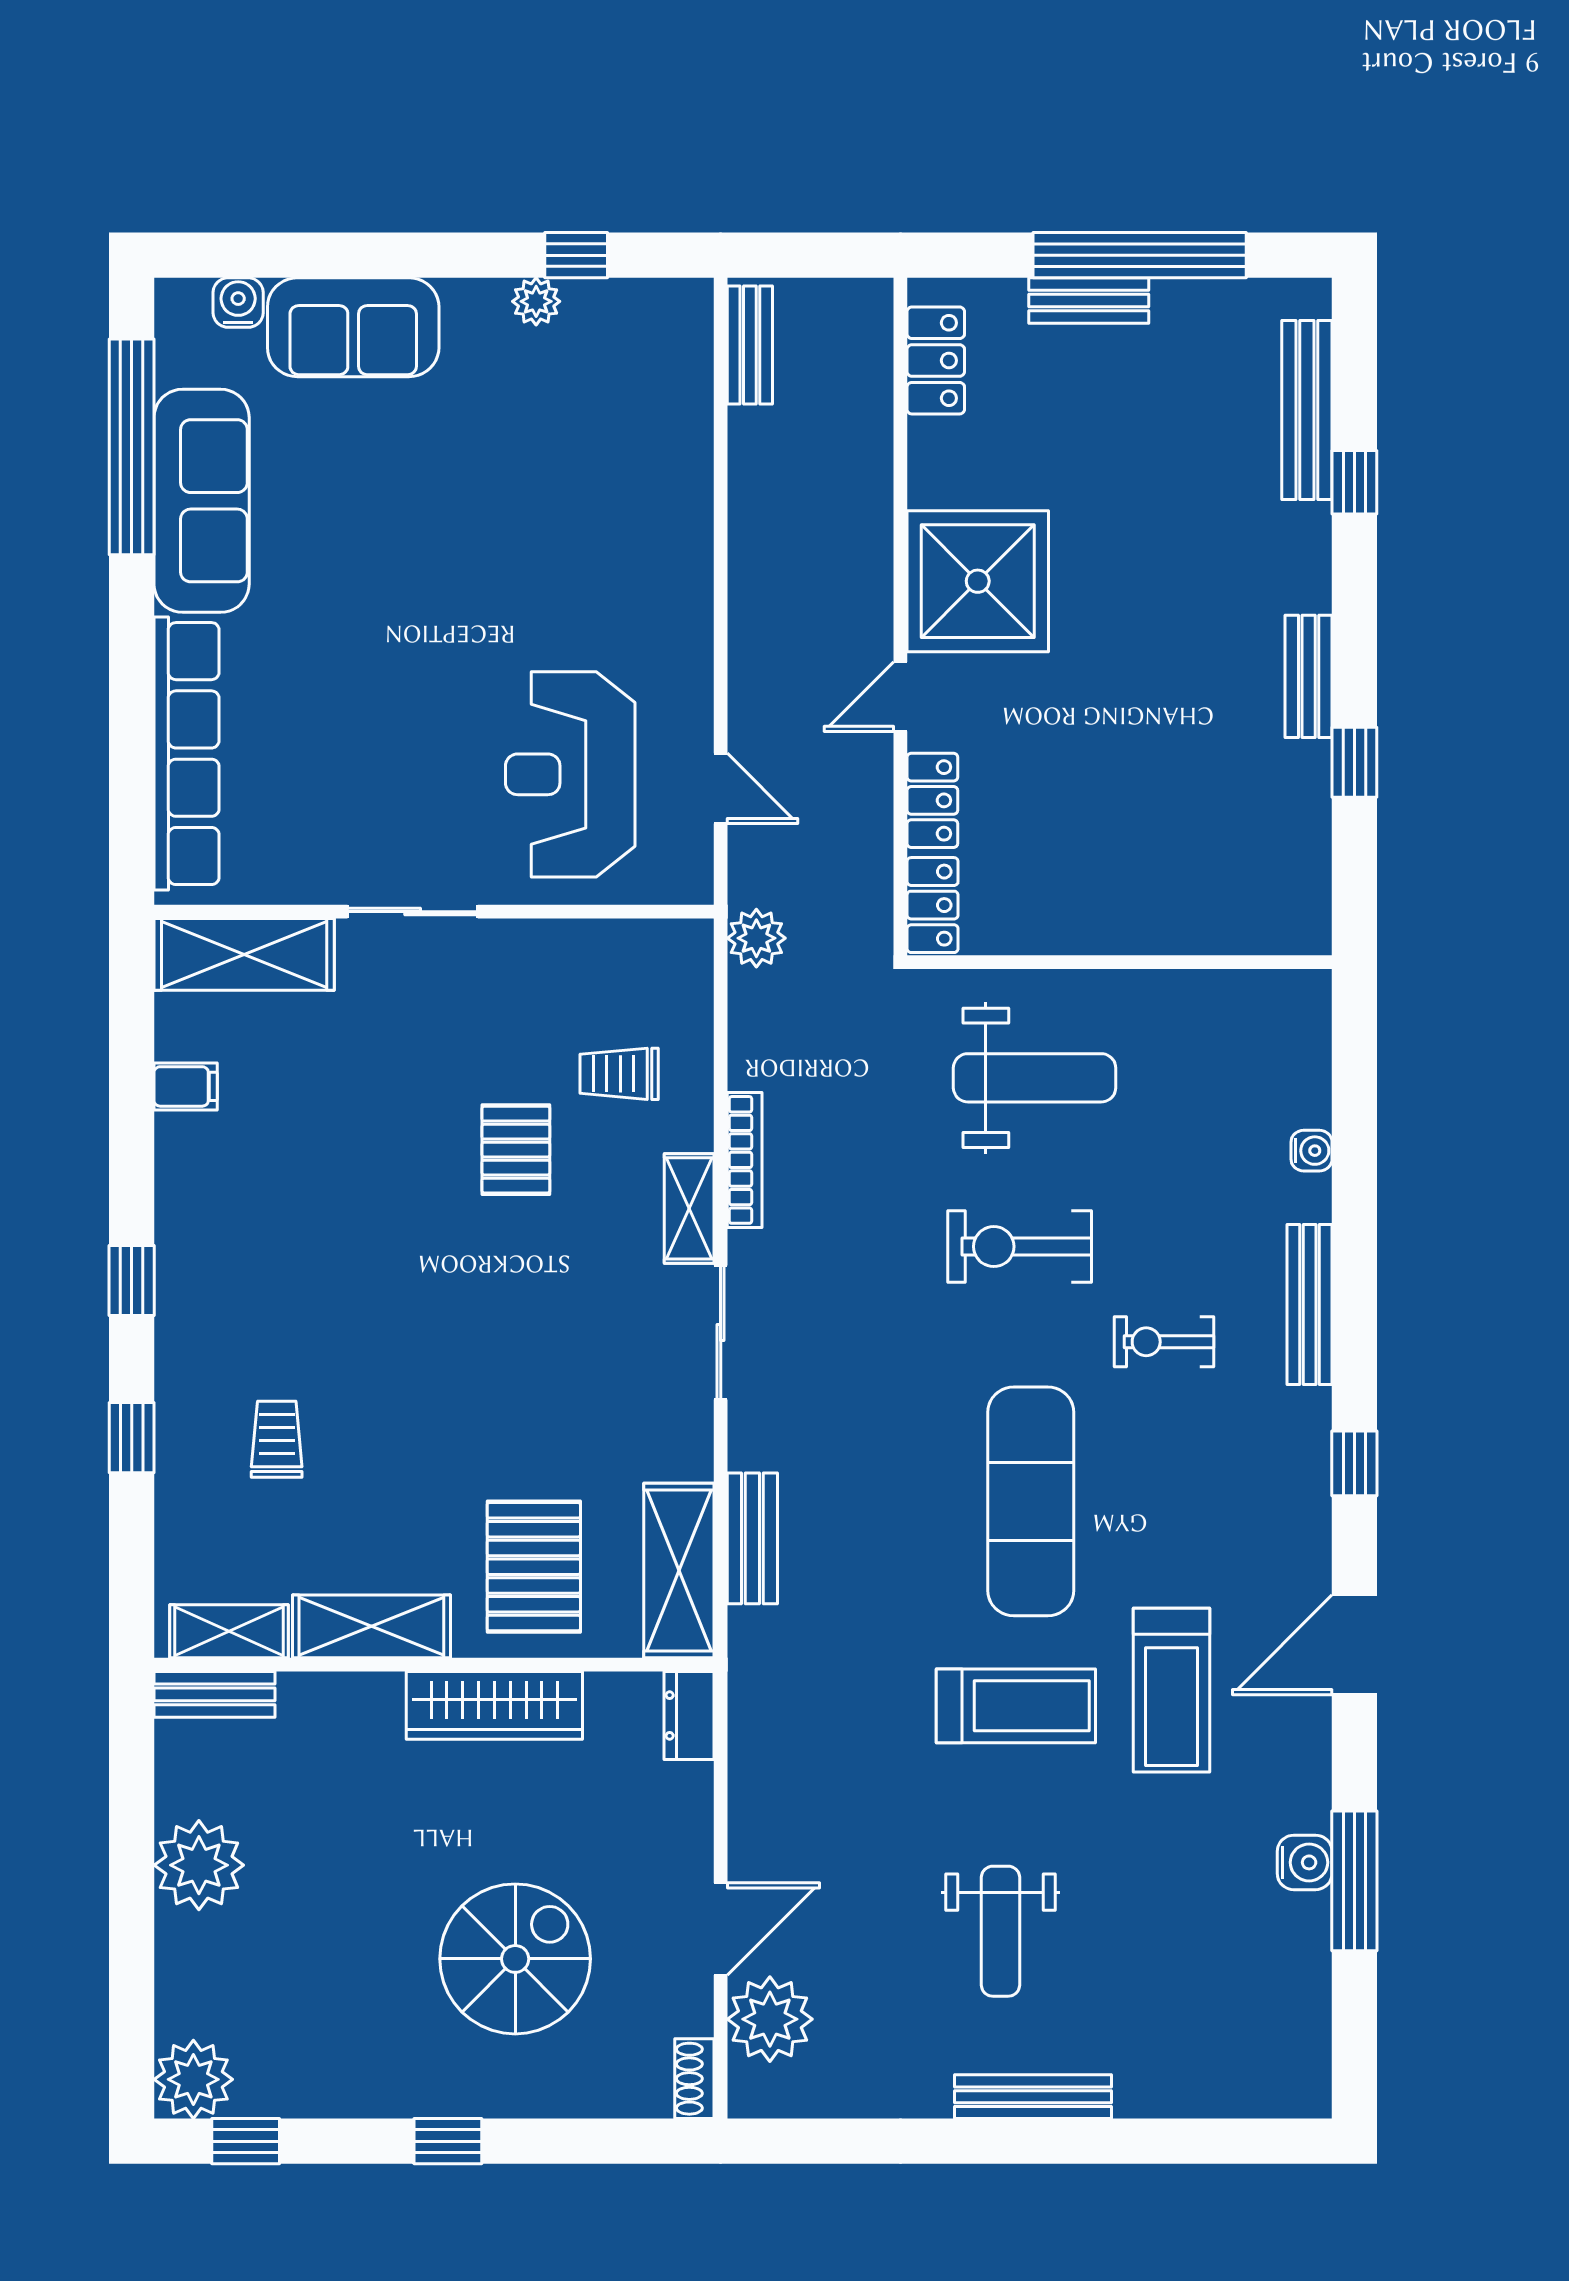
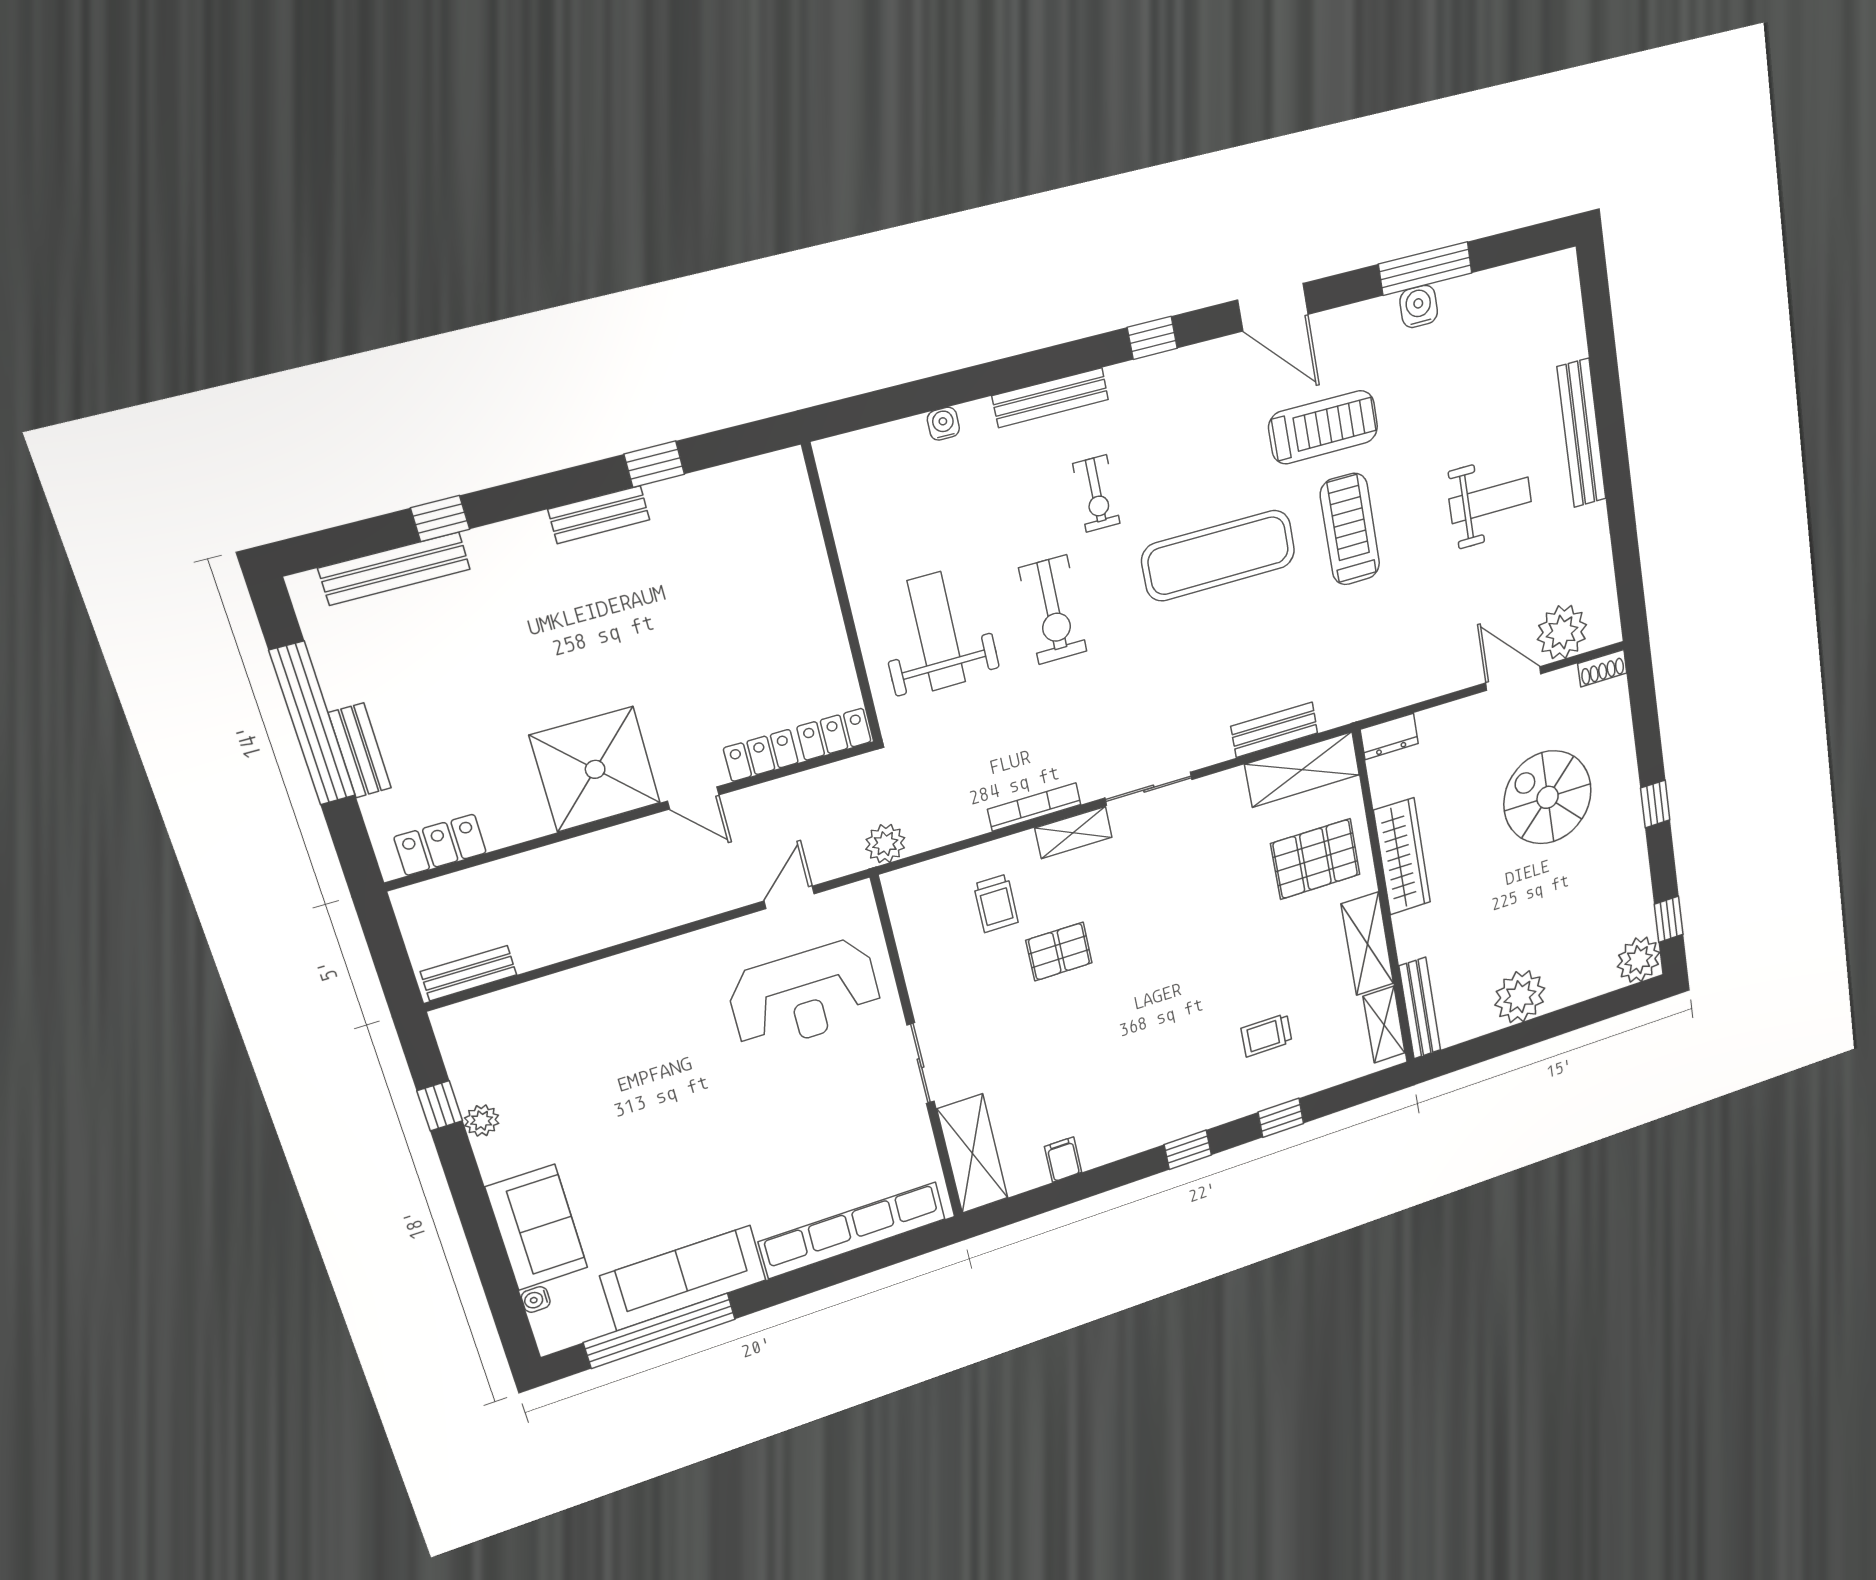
water cooler: (238, 303) -> (536, 1300), width x0.72, depth x0.72
bench: (214, 1694) -> (1420, 1008), width x1.36
bench: (1033, 2097) -> (1582, 433), width x1.37, depth x1.21

